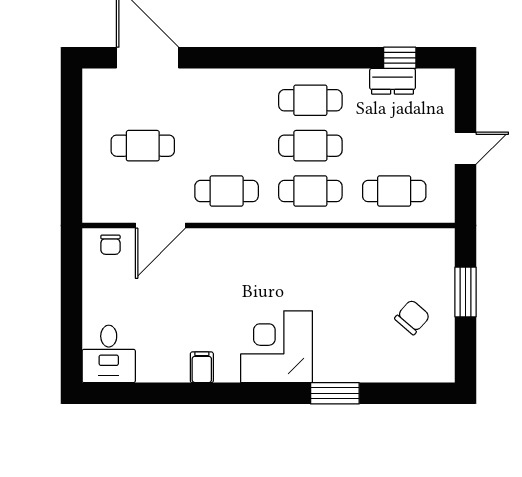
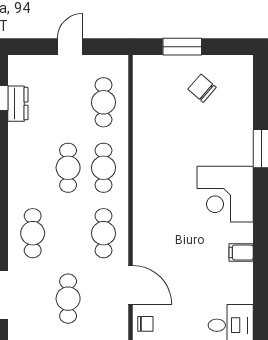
cafe table: (310, 100) -> (33, 233), moved
door: (465, 148) -> (70, 47), hinge flipped

